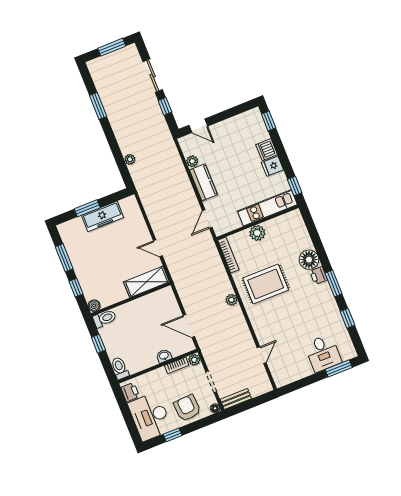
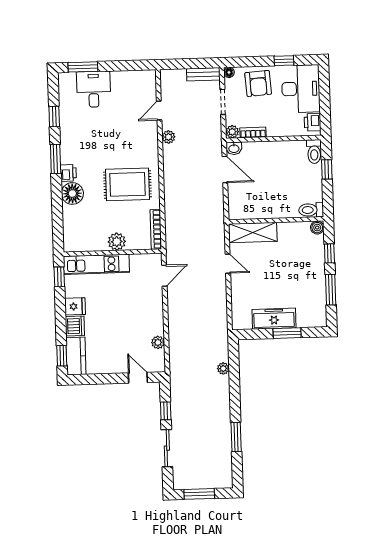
kitchen counter: (203, 182) -> (76, 356), moved, turned 180
plant: (231, 300) -> (169, 137), moved
window: (98, 344) -> (327, 169), moved
washbasin: (164, 356) -> (234, 148), moved

